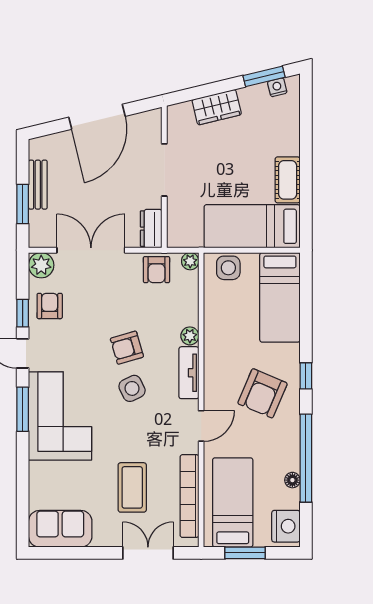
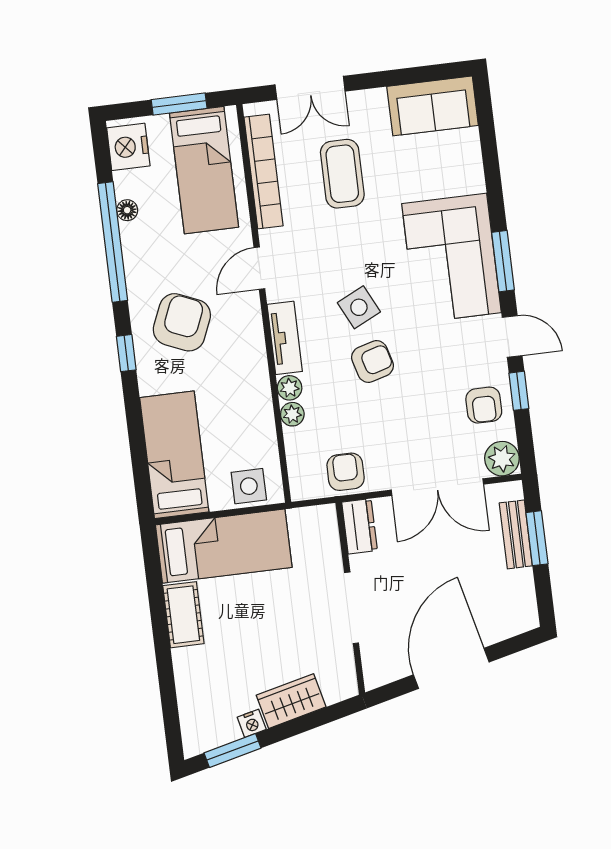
nightstand: (277, 87) -> (252, 723), moved
bench: (38, 185) -> (516, 534), moved
plant: (190, 261) -> (292, 414), moved

